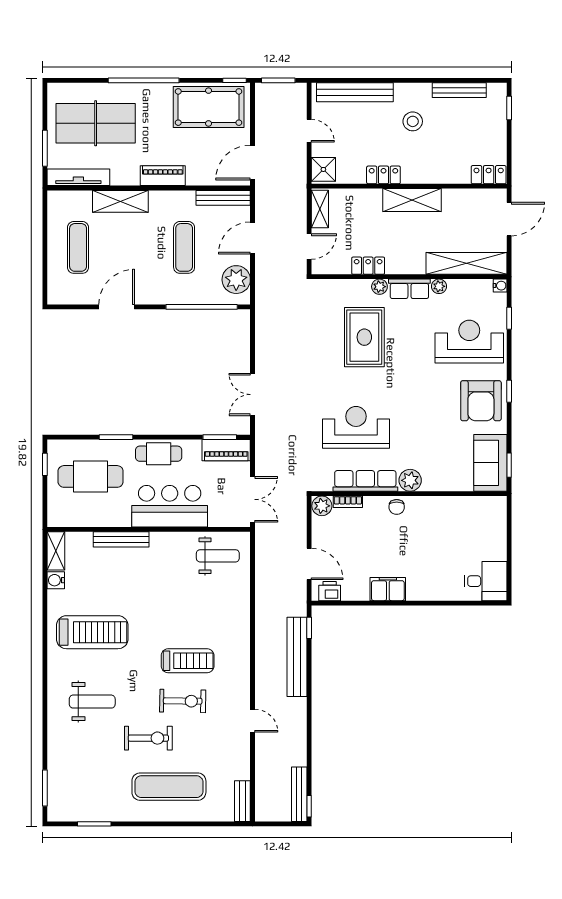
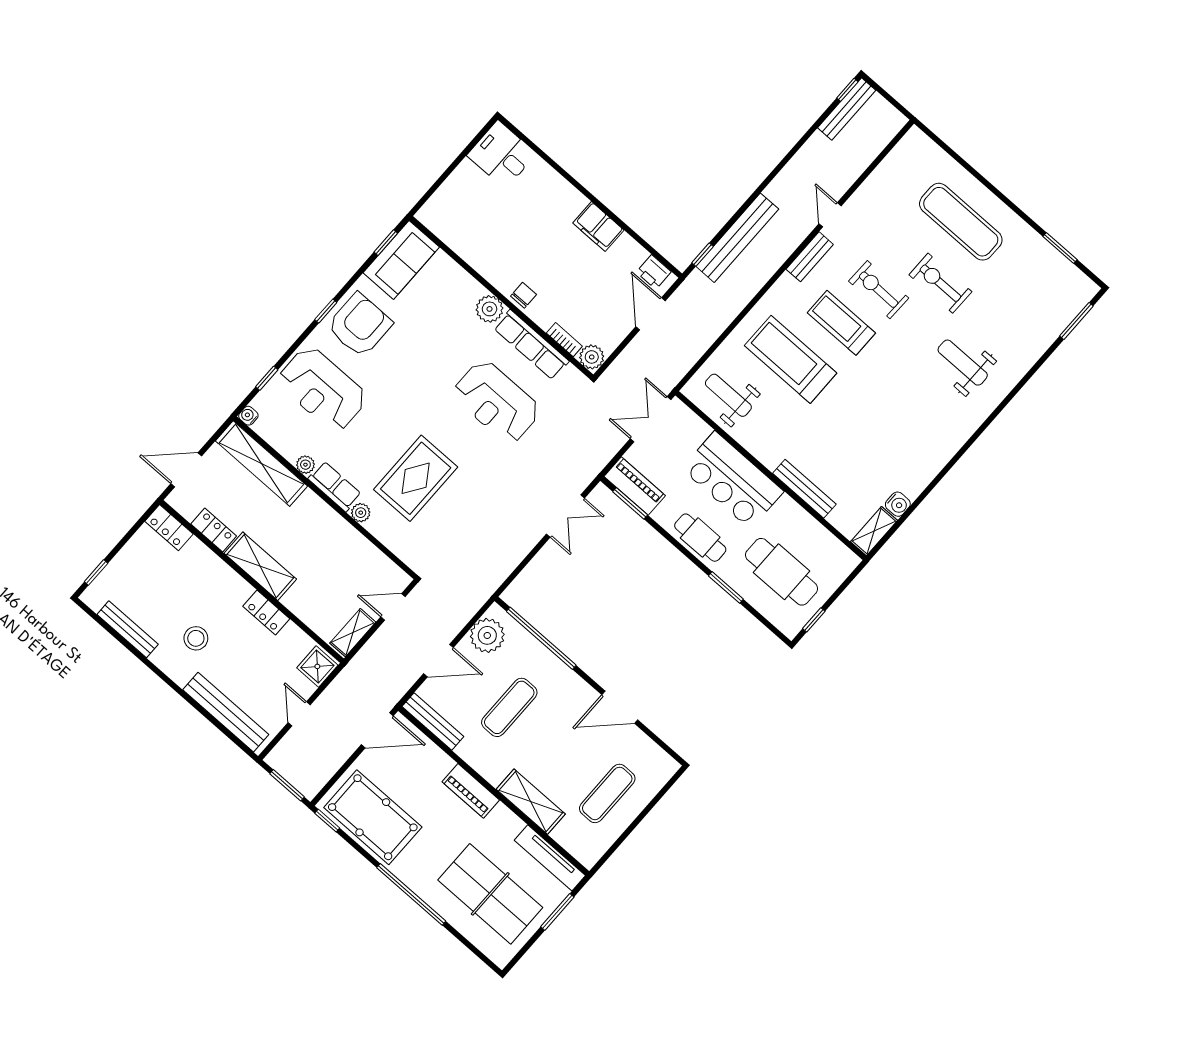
locker: (368, 266) -> (214, 530), moved, turned 180
treadmill: (92, 632) -> (791, 359), moved
bench: (242, 801) -> (810, 257), moved

